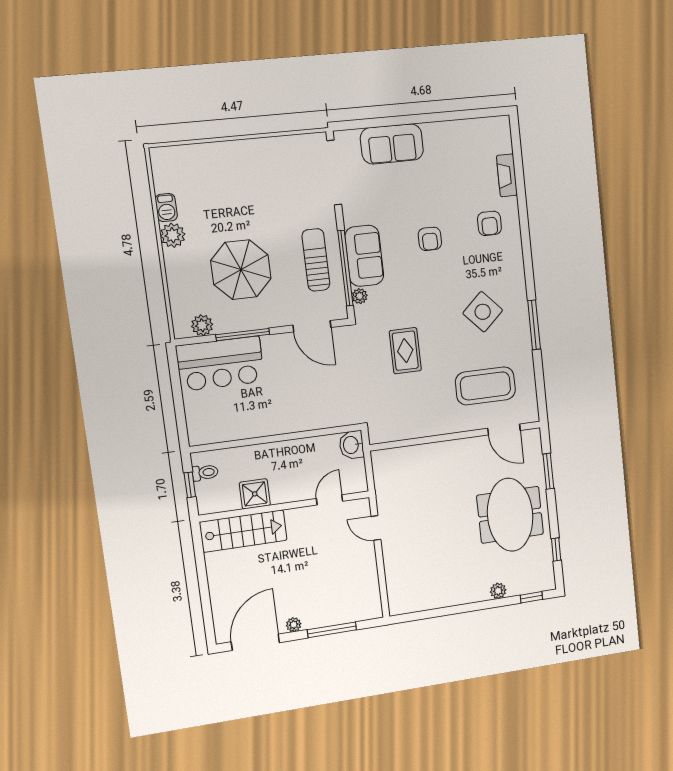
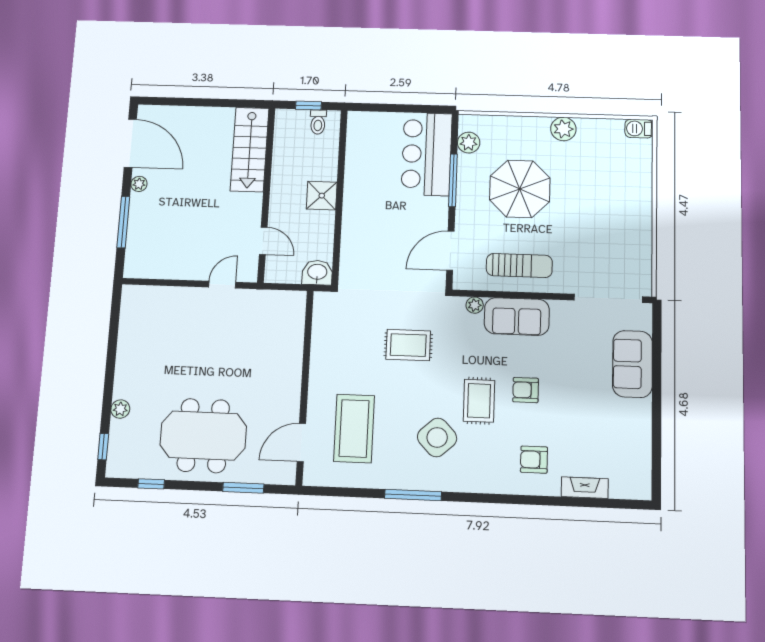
barbecue: (166, 208) -> (639, 129), moved
window: (345, 268) -> (506, 295), removed
rug: (445, 279) -> (479, 401), added
shower: (255, 494) -> (322, 196), moved

